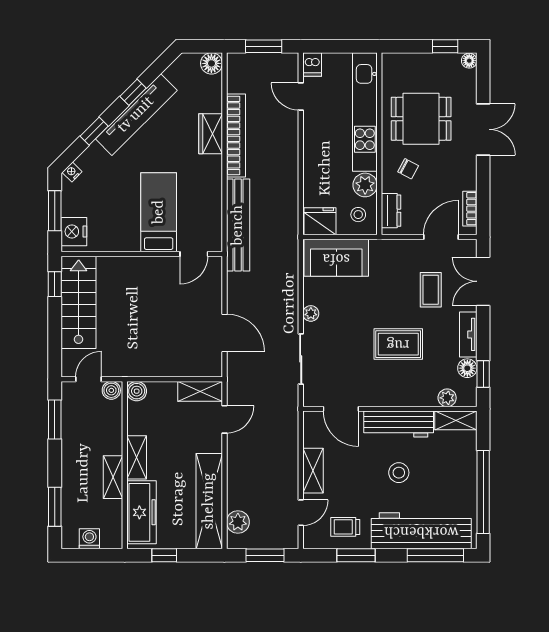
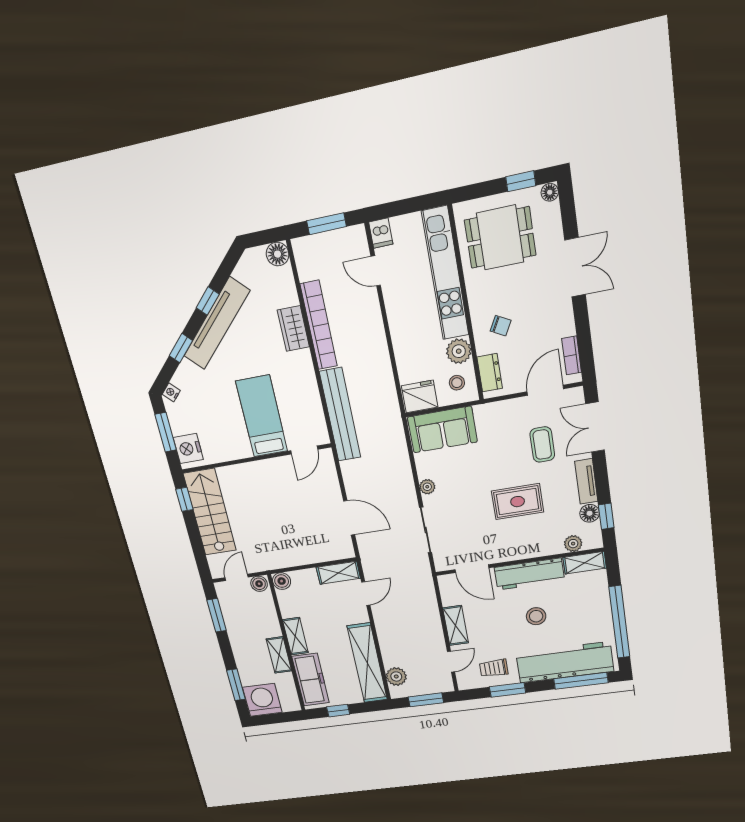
dining table: (421, 119) -> (500, 238), moved
washing machine: (89, 539) -> (262, 700), width x1.89, depth x1.89

